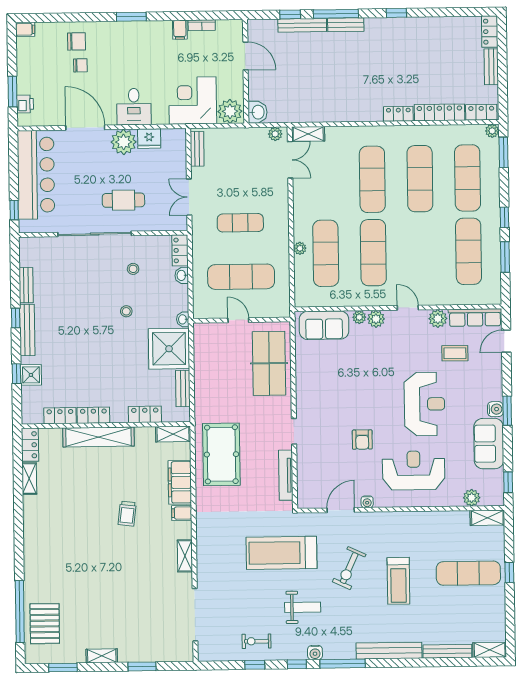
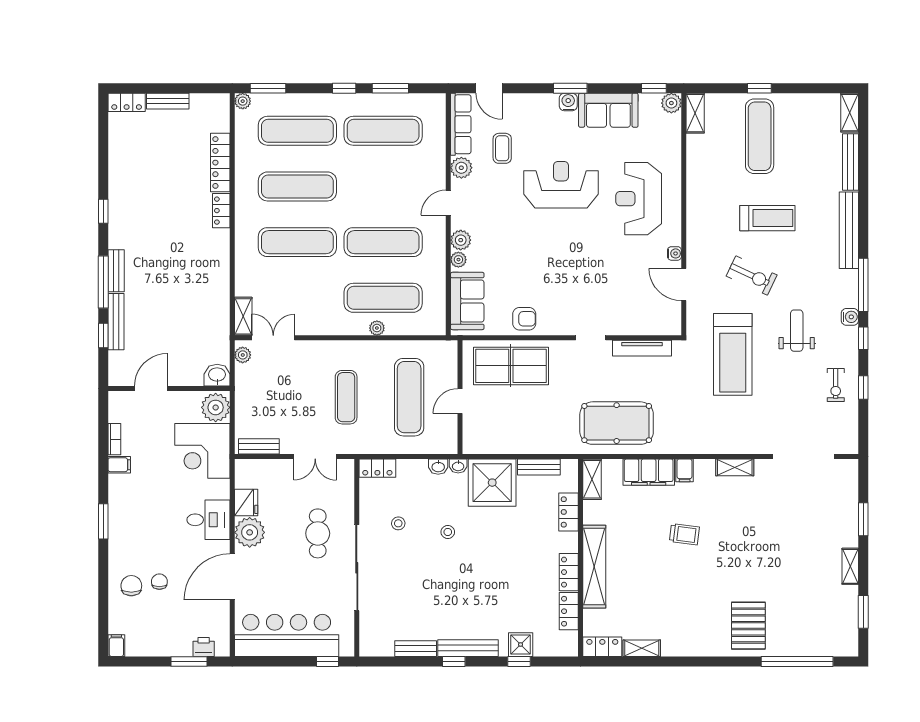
locker: (481, 112) -> (221, 114), removed
washbasin: (182, 275) -> (438, 467), moved
armchair: (362, 440) -> (524, 319), moved
plant: (472, 498) -> (671, 103), moved
pallet: (45, 624) -> (748, 626), moved, turned 90

